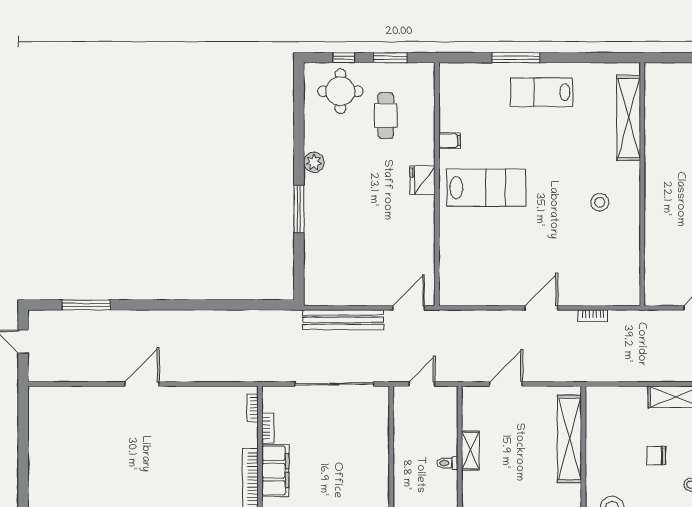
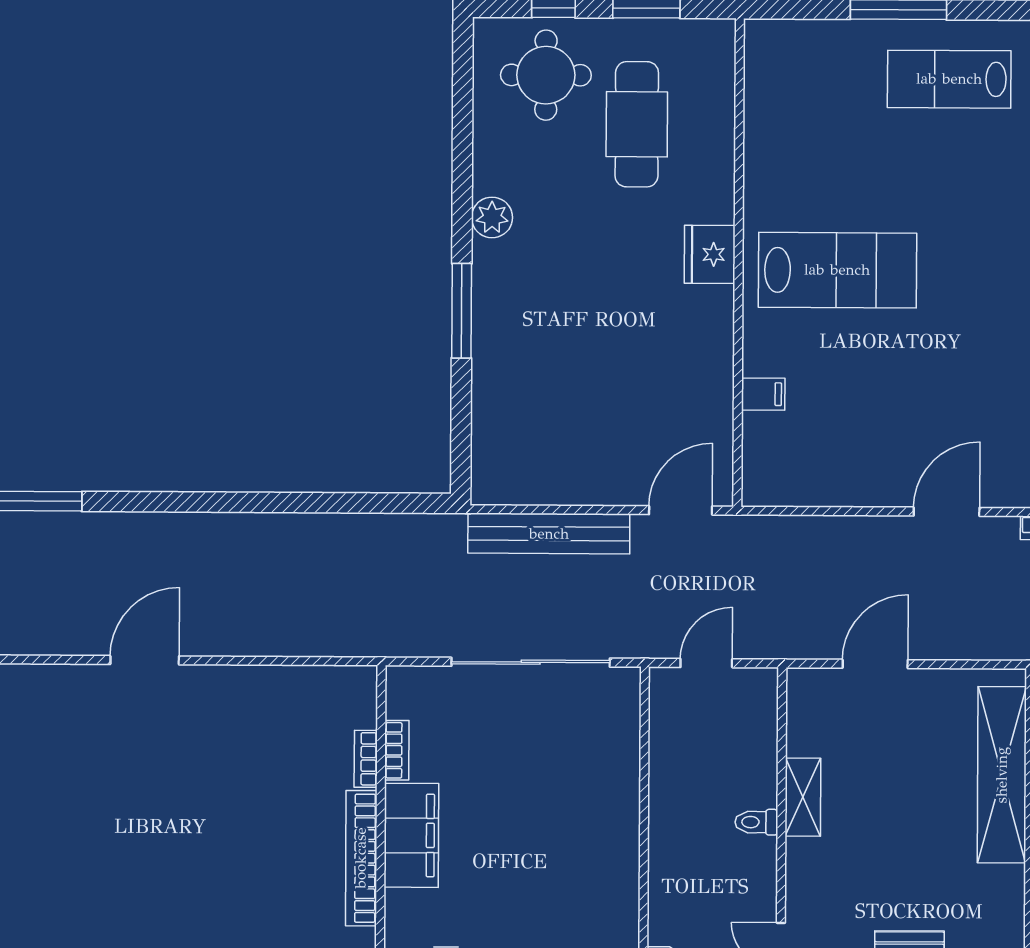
cafe table: (386, 116) -> (637, 124), width x1.37, depth x1.35
filing cabinet: (450, 141) -> (763, 394), moved
bookcase: (252, 408) -> (366, 759), moved

